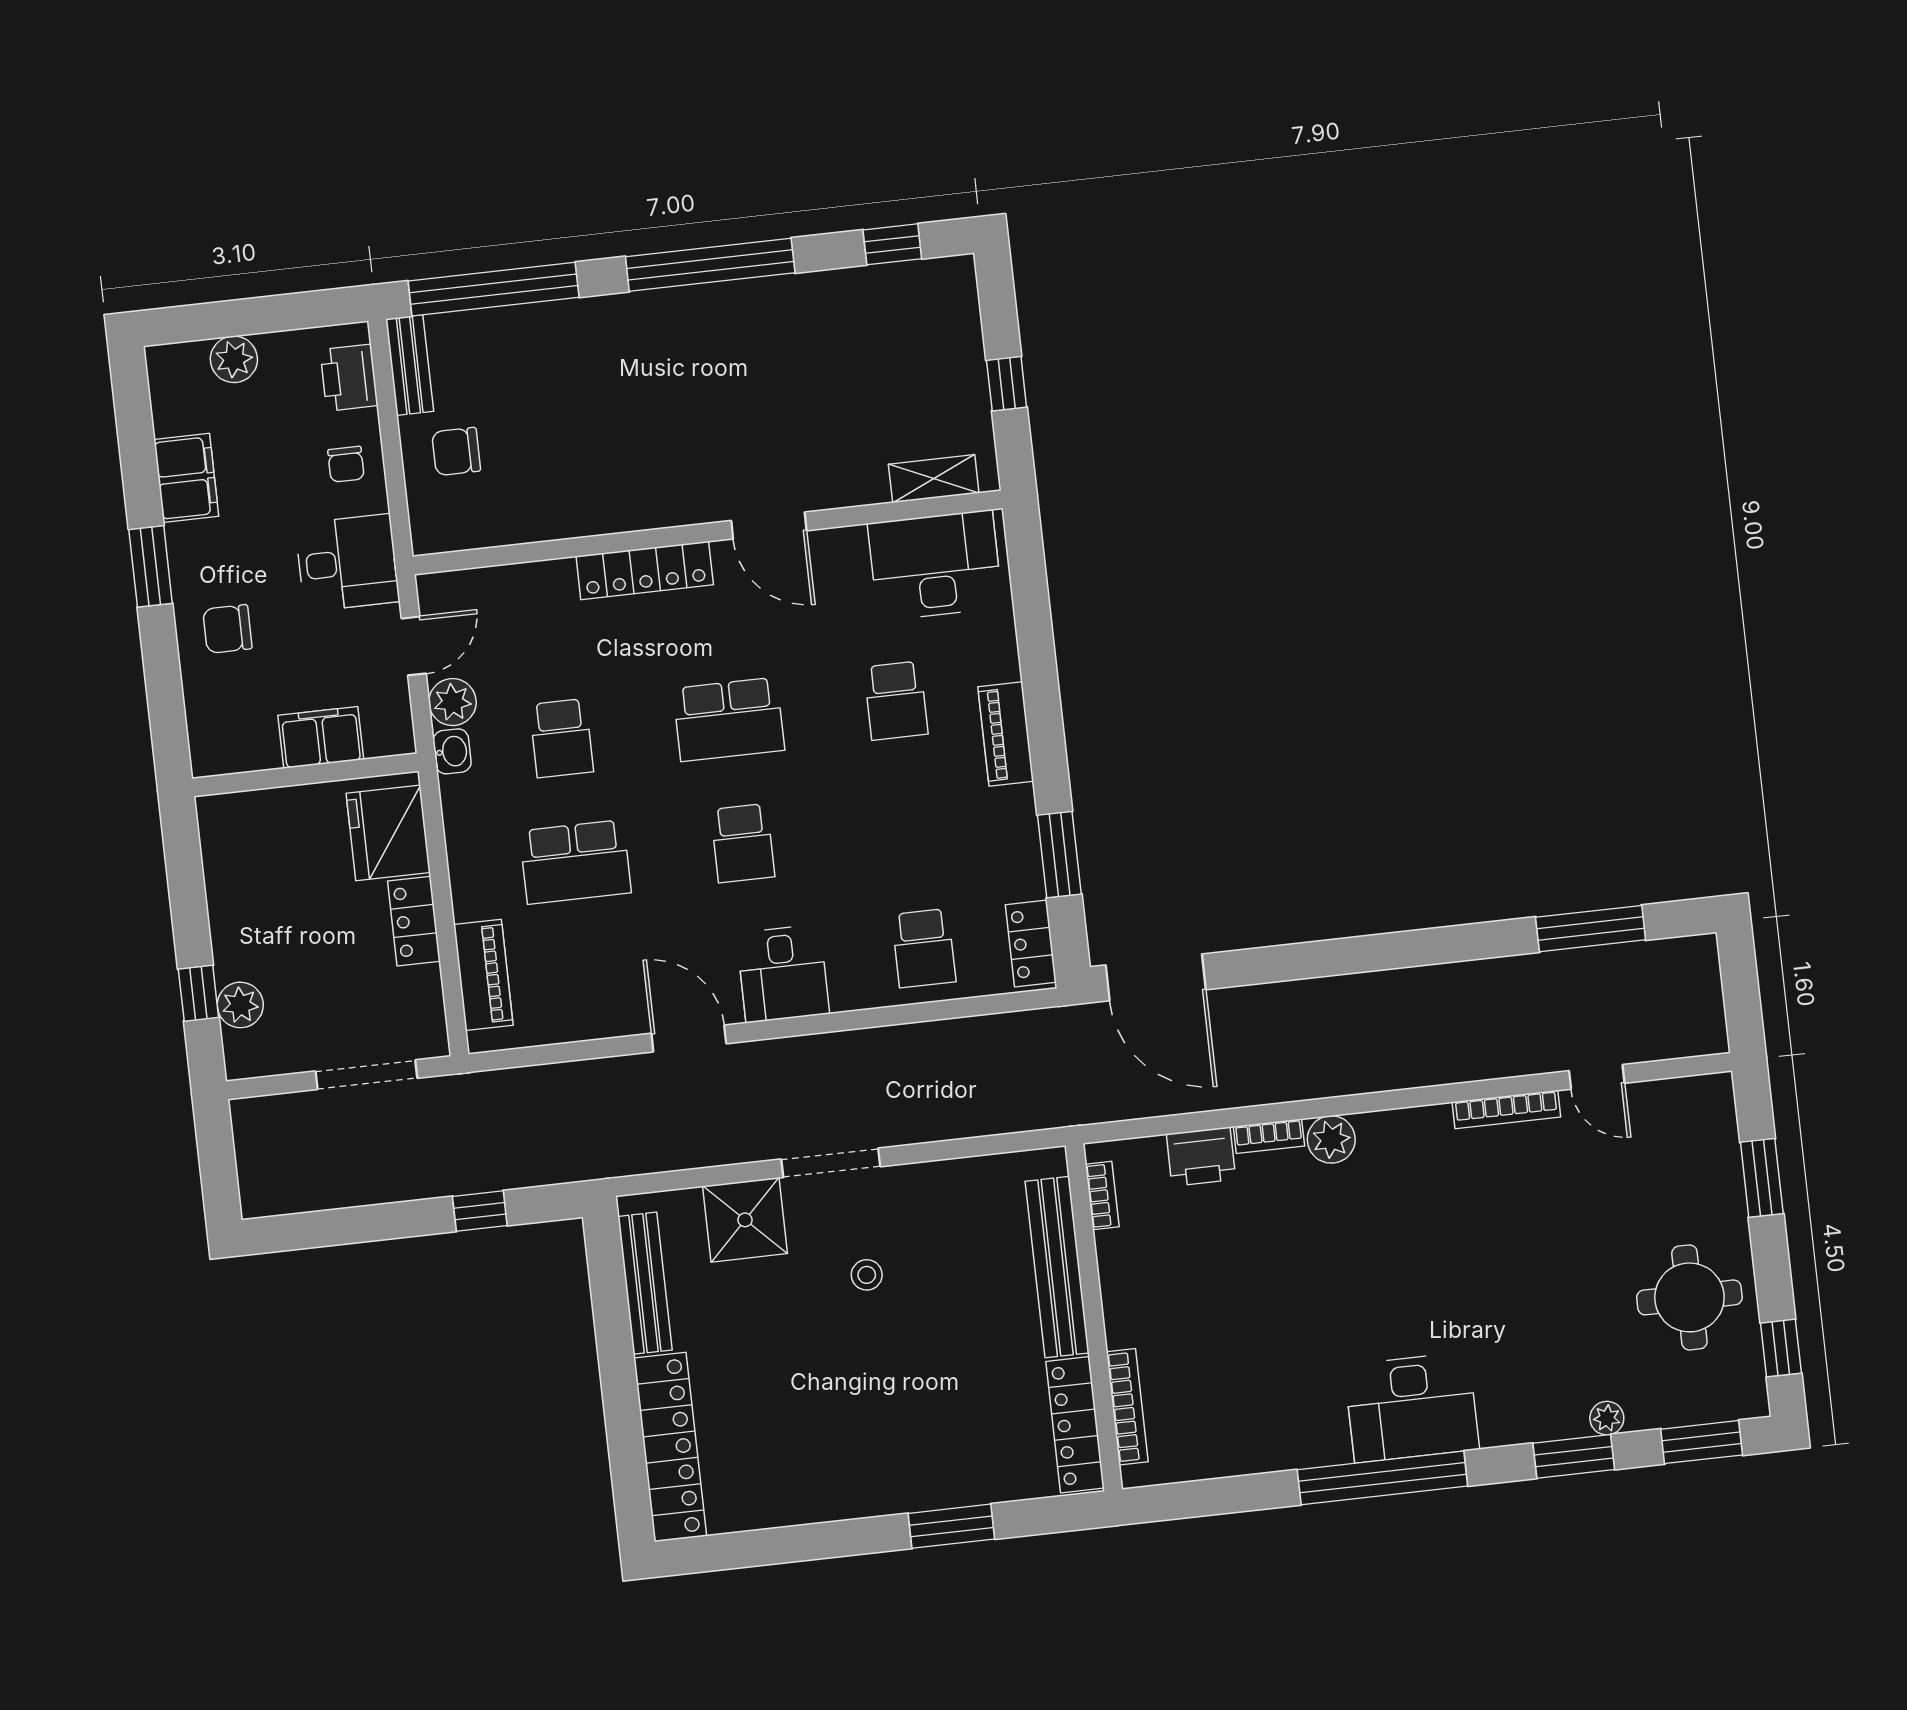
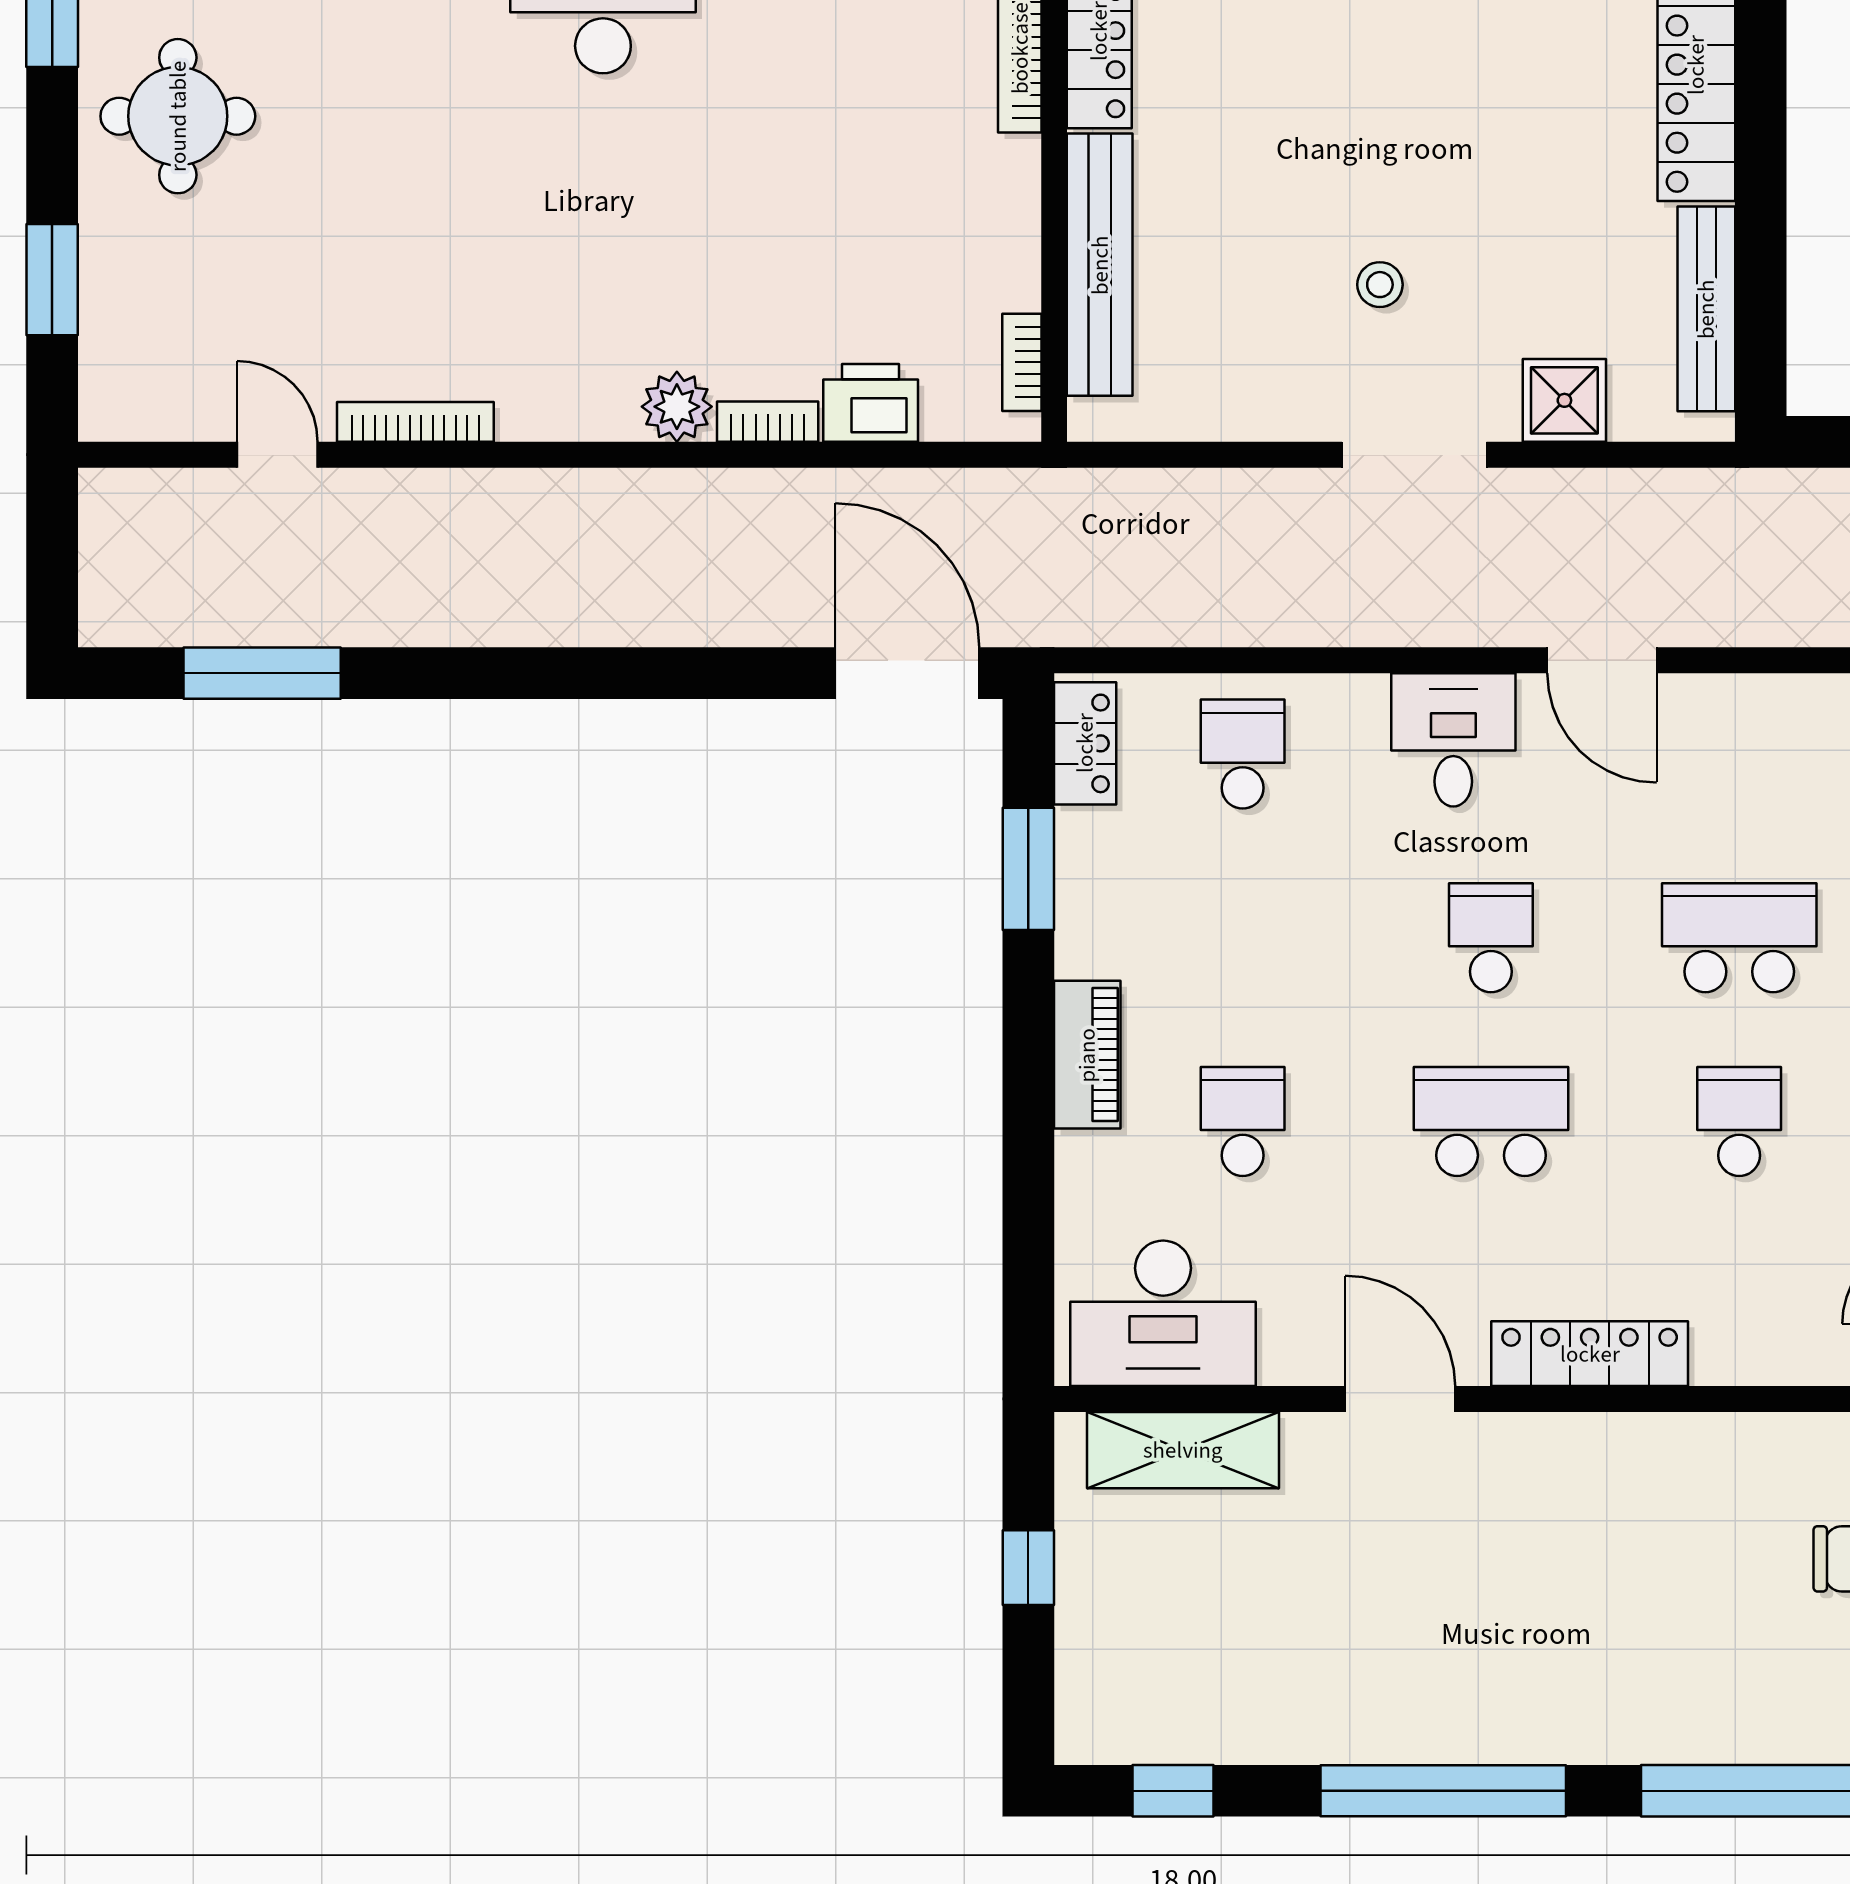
shelving: (934, 479) -> (1183, 1450), width x1.50, depth x1.33
shower: (745, 1220) -> (1564, 400), width x0.73, depth x0.73

